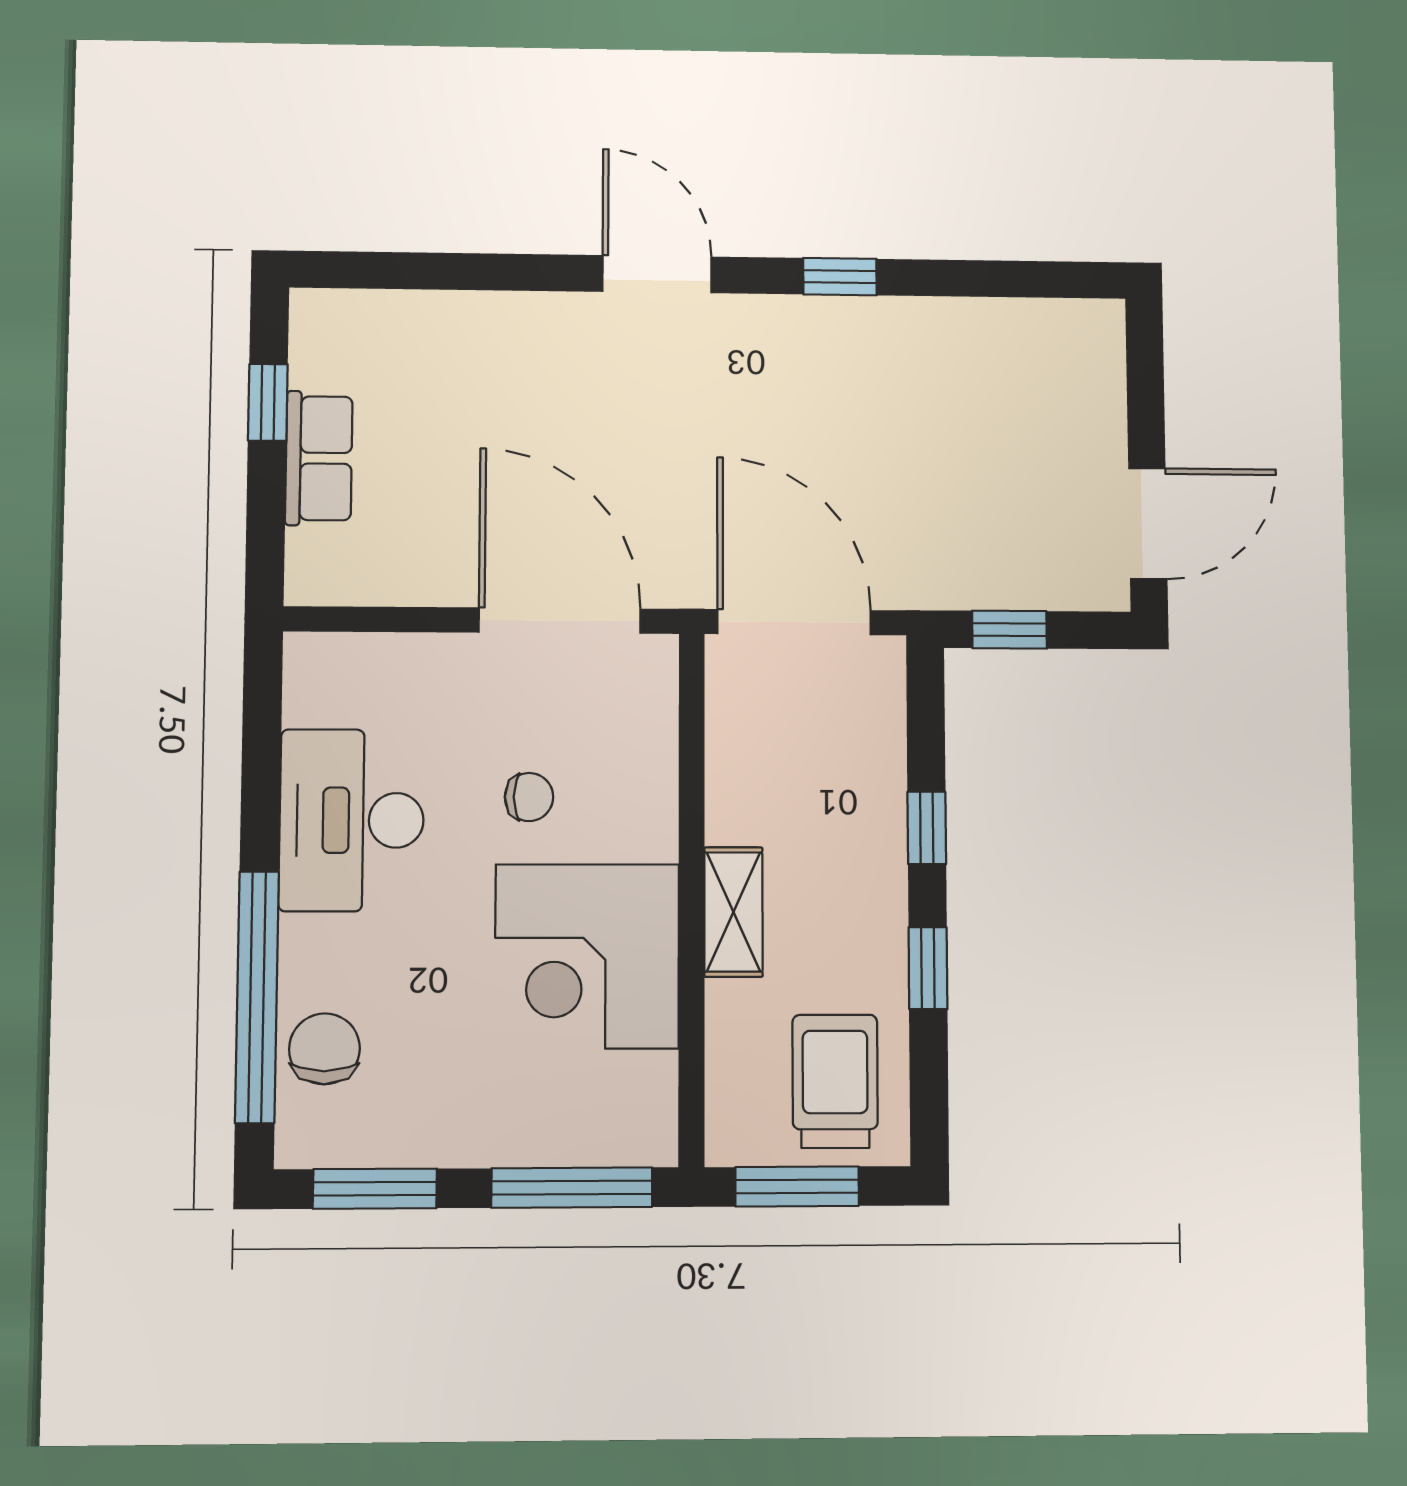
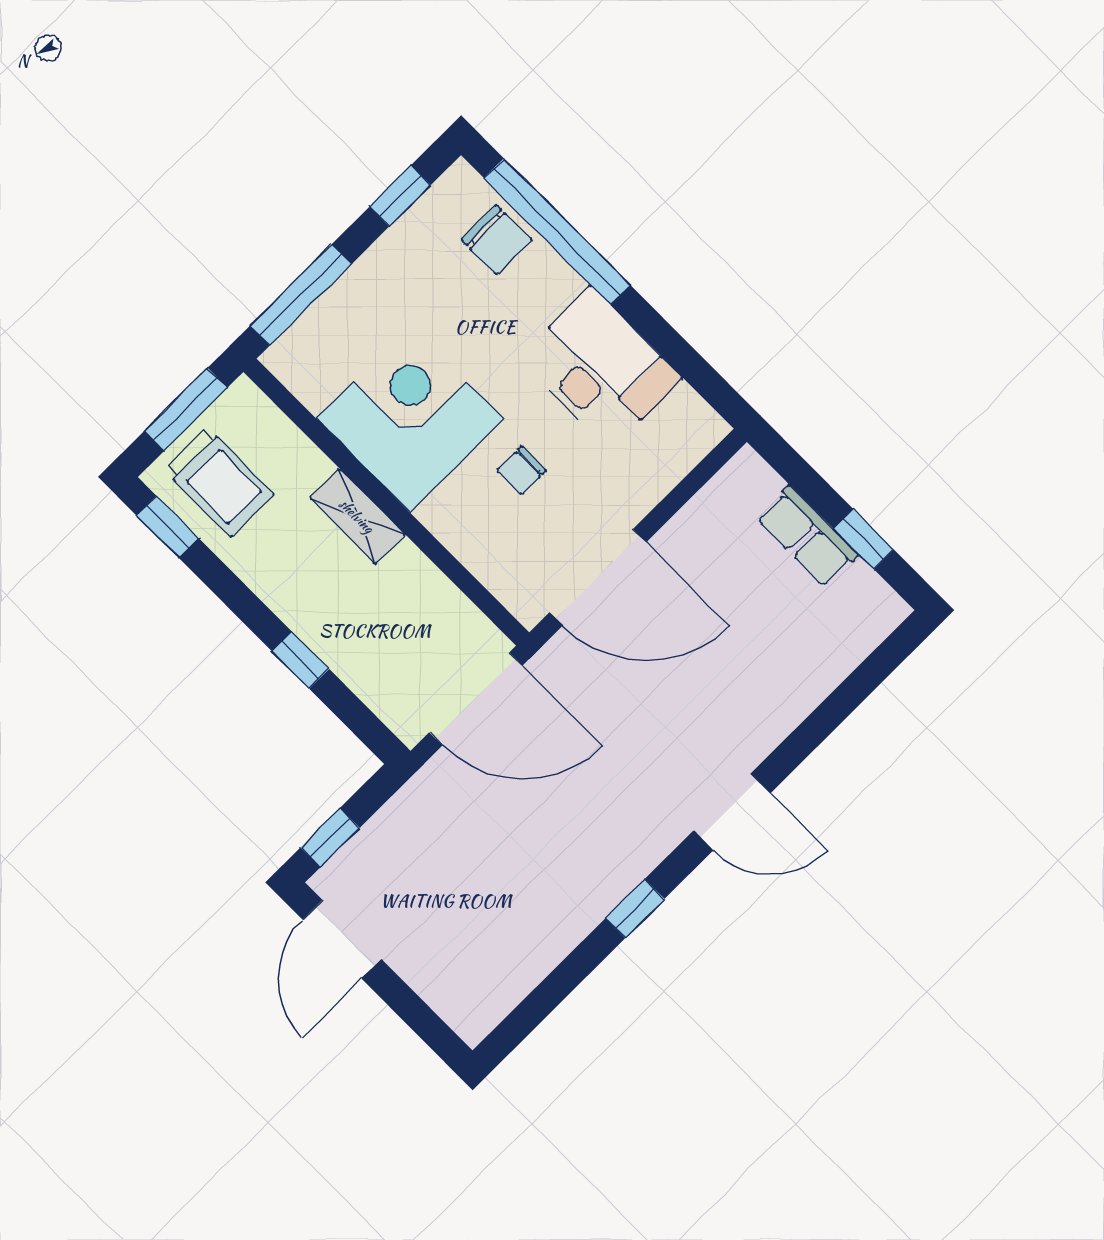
window: (1009, 630) -> (330, 838), moved
window: (928, 968) -> (168, 527), moved
window: (375, 1189) -> (400, 196), width x0.67

